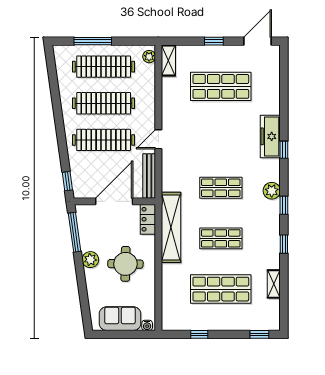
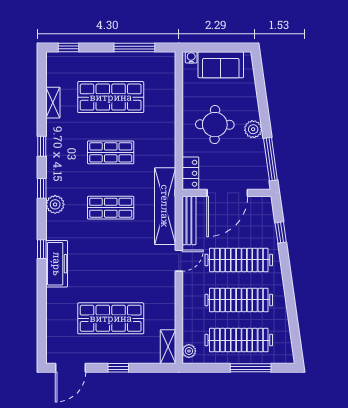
window: (67, 181) -> (281, 232), moved
shelving: (171, 227) -> (165, 206), moved
window: (199, 334) -> (134, 48), width x2.17

